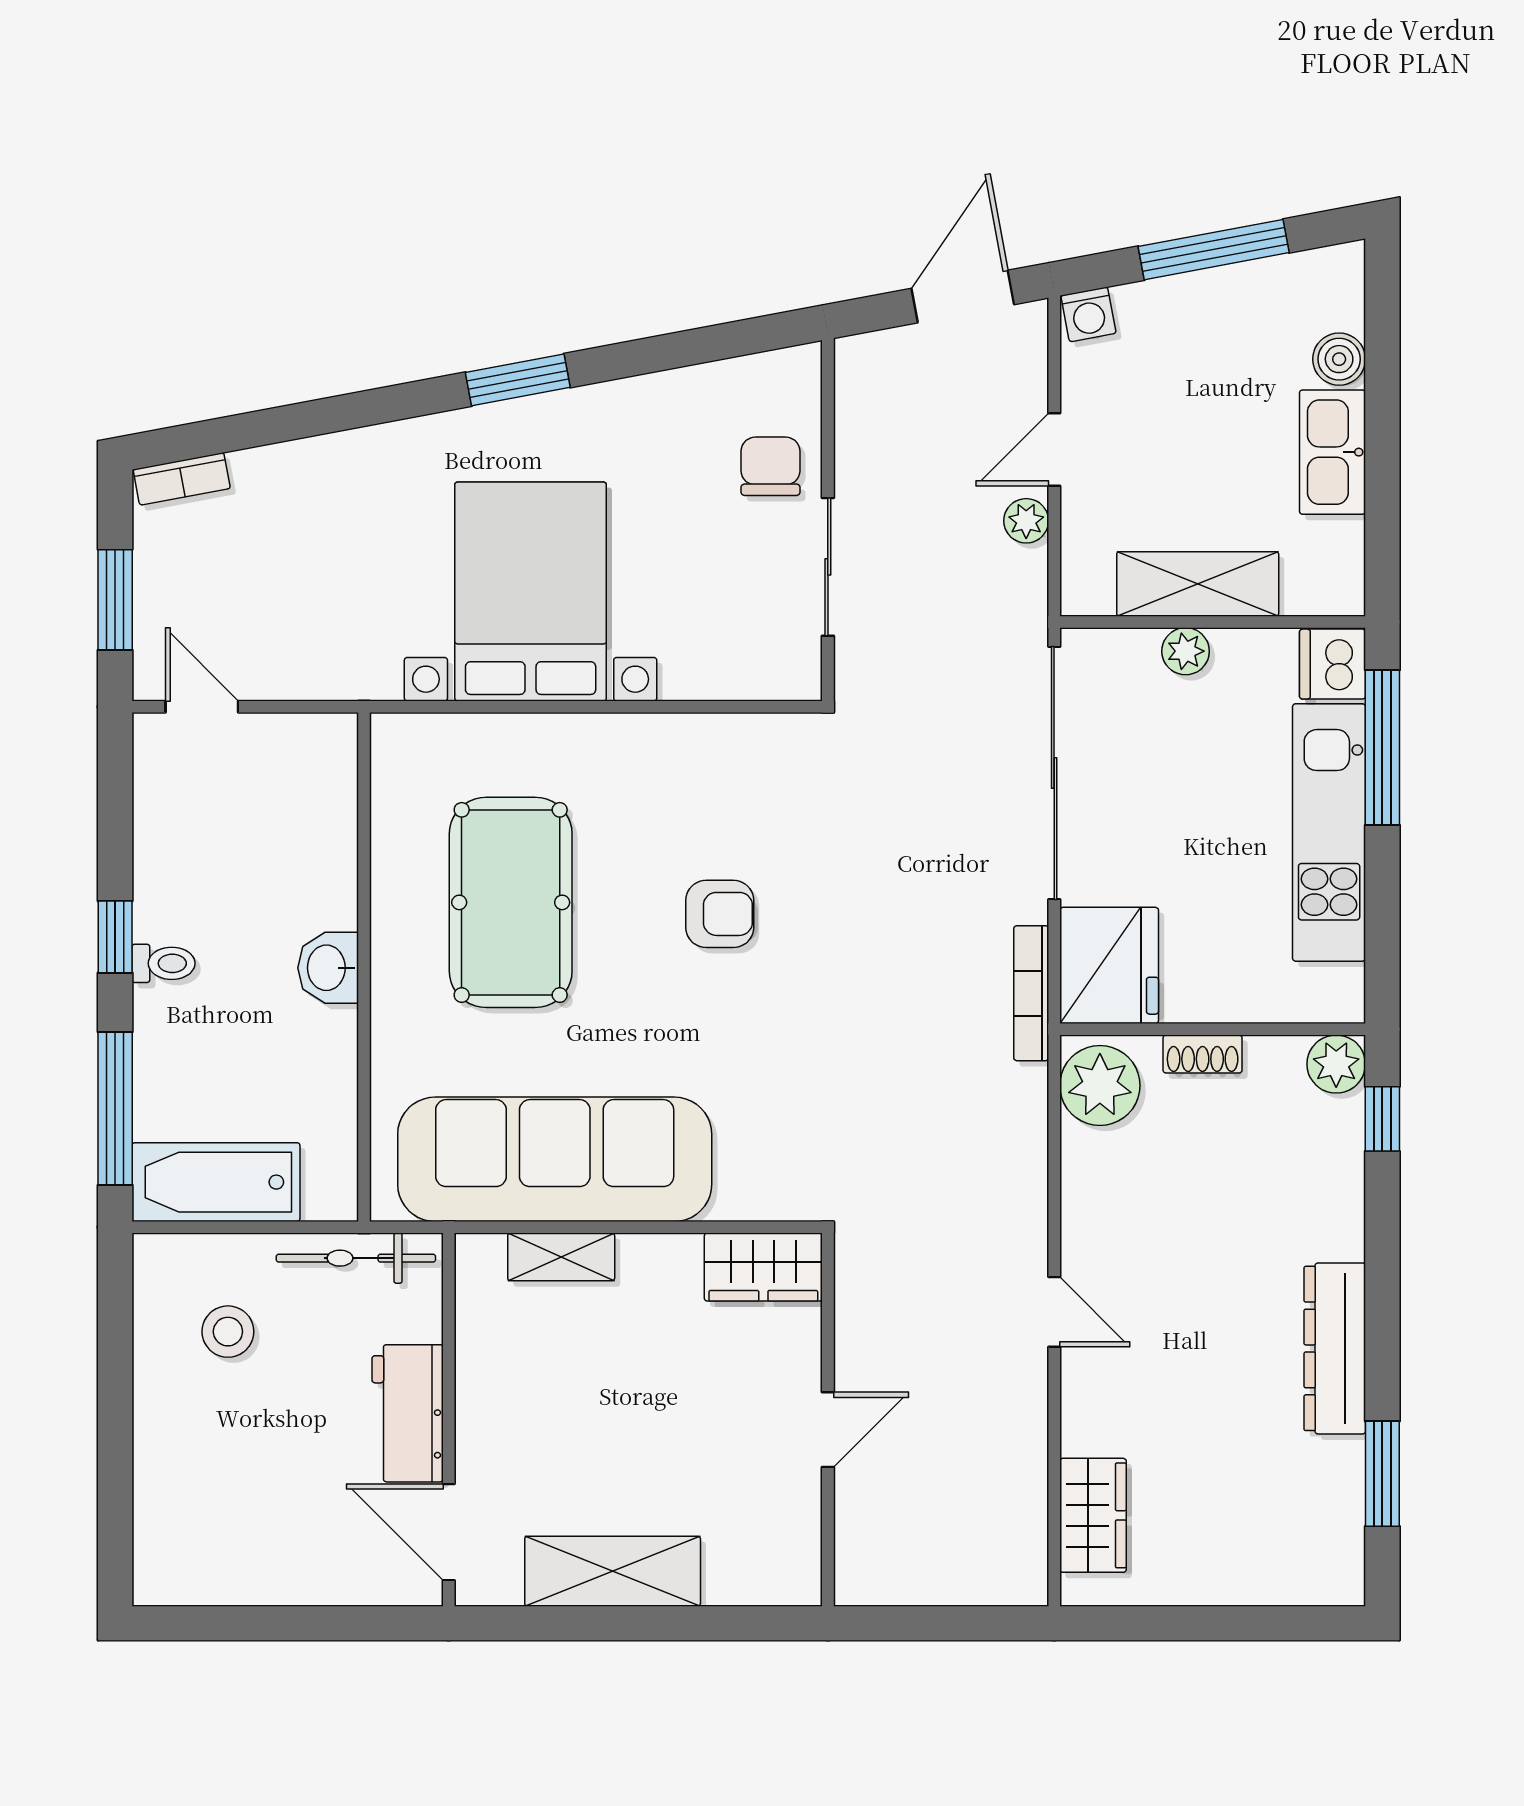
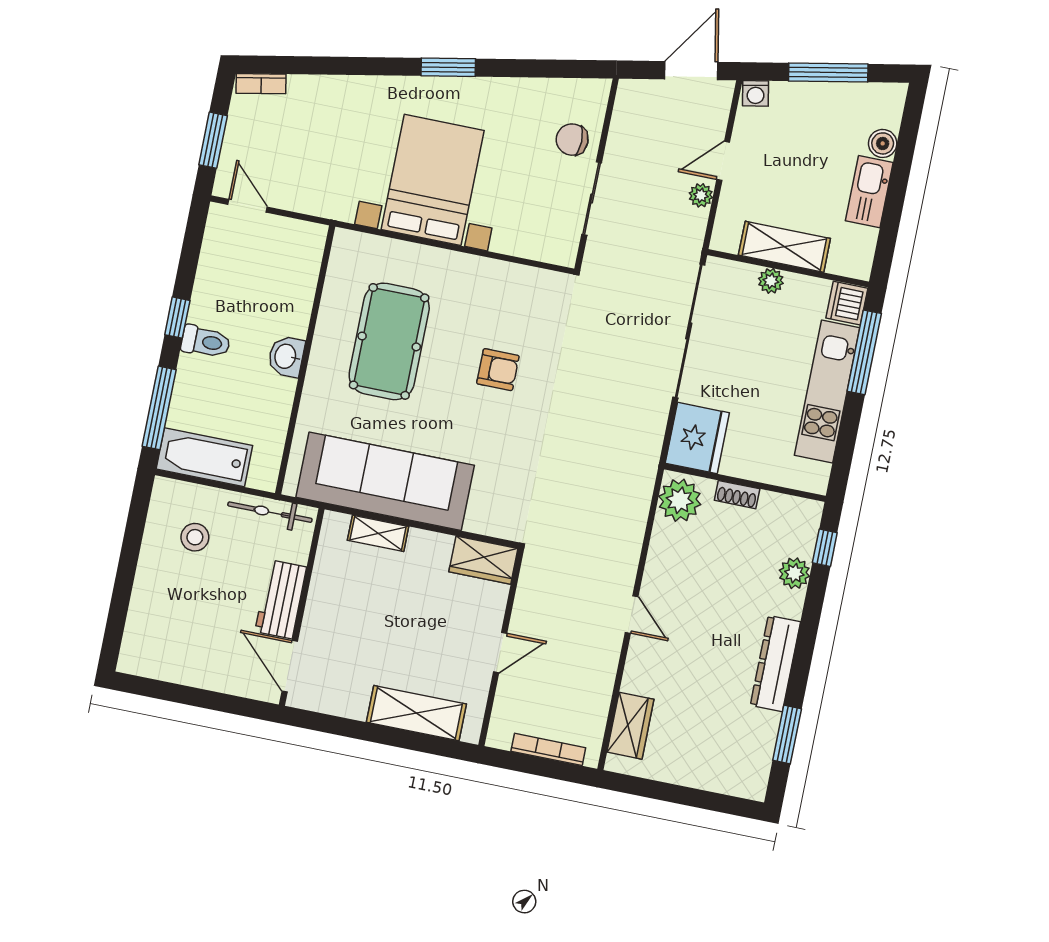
chair: (770, 466) -> (572, 140), turned -90
toilet: (164, 963) -> (206, 342), width x1.37, depth x1.39
bookcase: (1031, 993) -> (548, 749), moved, turned 90
plant: (1336, 1064) -> (794, 573), moved
shelving: (613, 1571) -> (416, 713), moved

